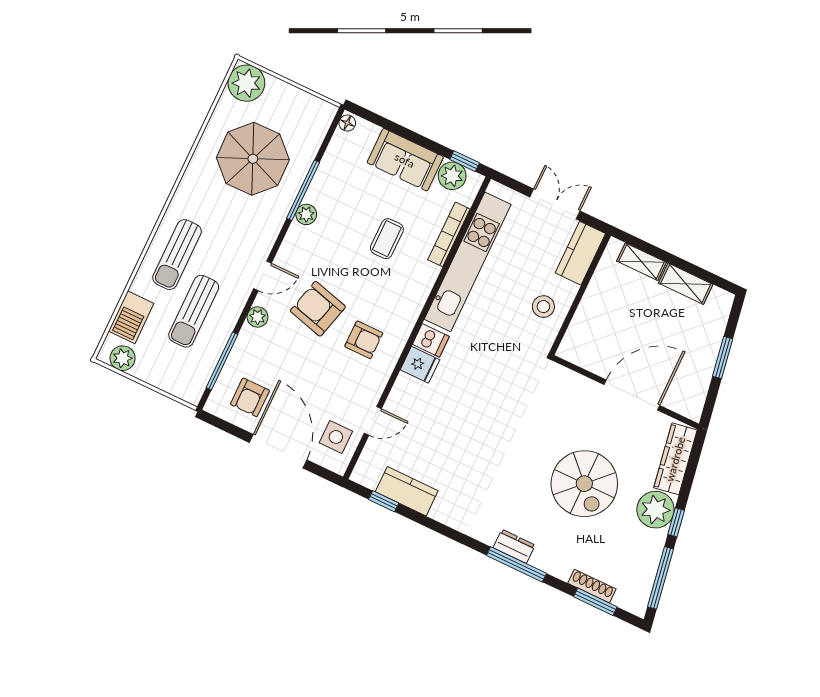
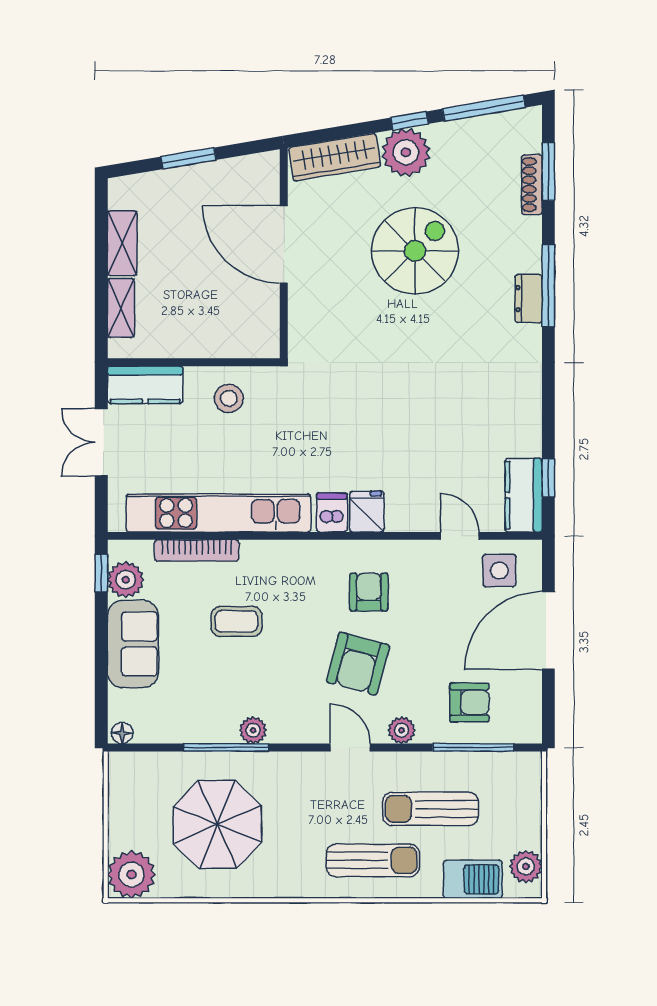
sun lounger: (194, 311) -> (431, 809), turned 180
armchair: (250, 397) -> (469, 702), moved
kitchen counter: (407, 491) -> (524, 495), moved

